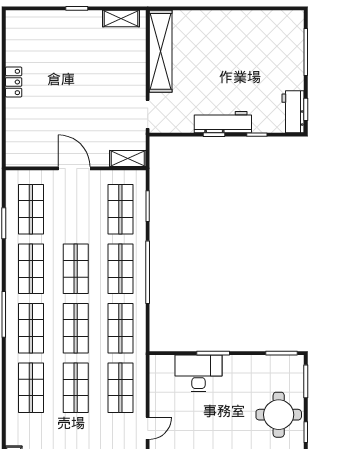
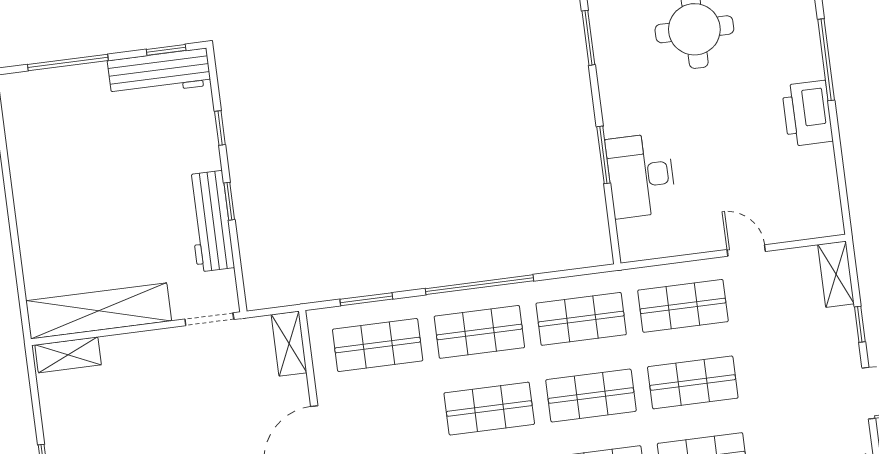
shelving: (121, 19) -> (68, 355), moved, turned 90
workbench: (293, 112) -> (159, 73), width x1.38
workbench: (223, 122) -> (210, 221), moved

